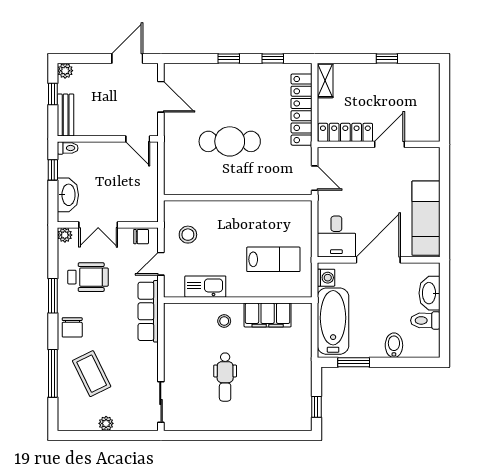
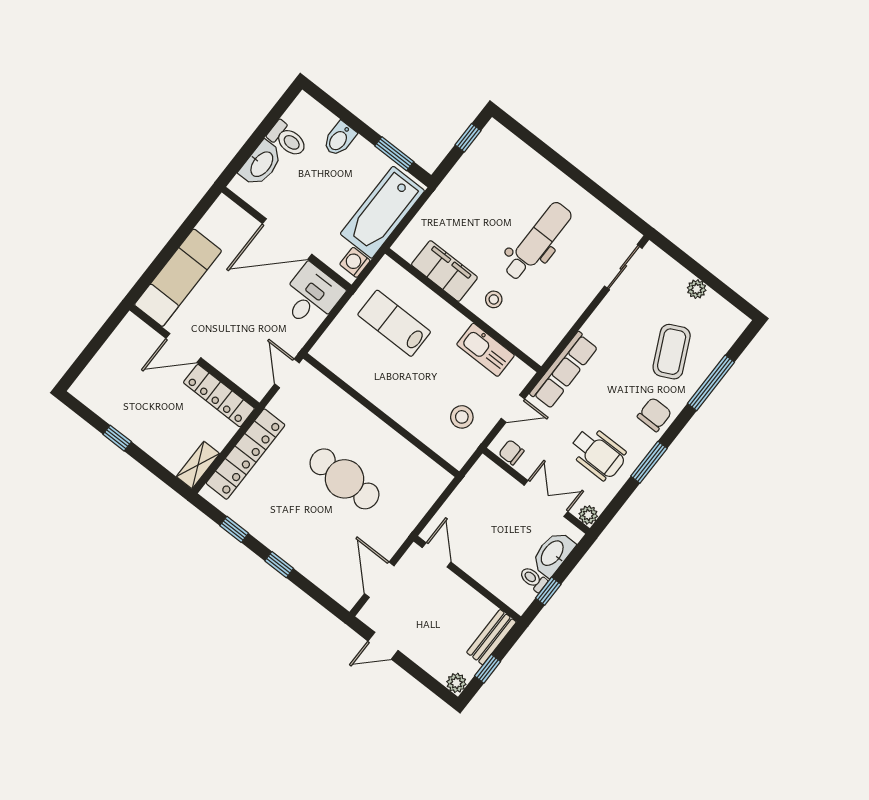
door: (127, 58) -> (383, 646), width x0.73
toilet: (68, 148) -> (533, 579), moved
exam couch: (426, 218) -> (178, 278), moved
wheelchair: (88, 277) -> (598, 453), turned 180
dental chair: (225, 377) -> (538, 241), width x1.36, depth x1.38

